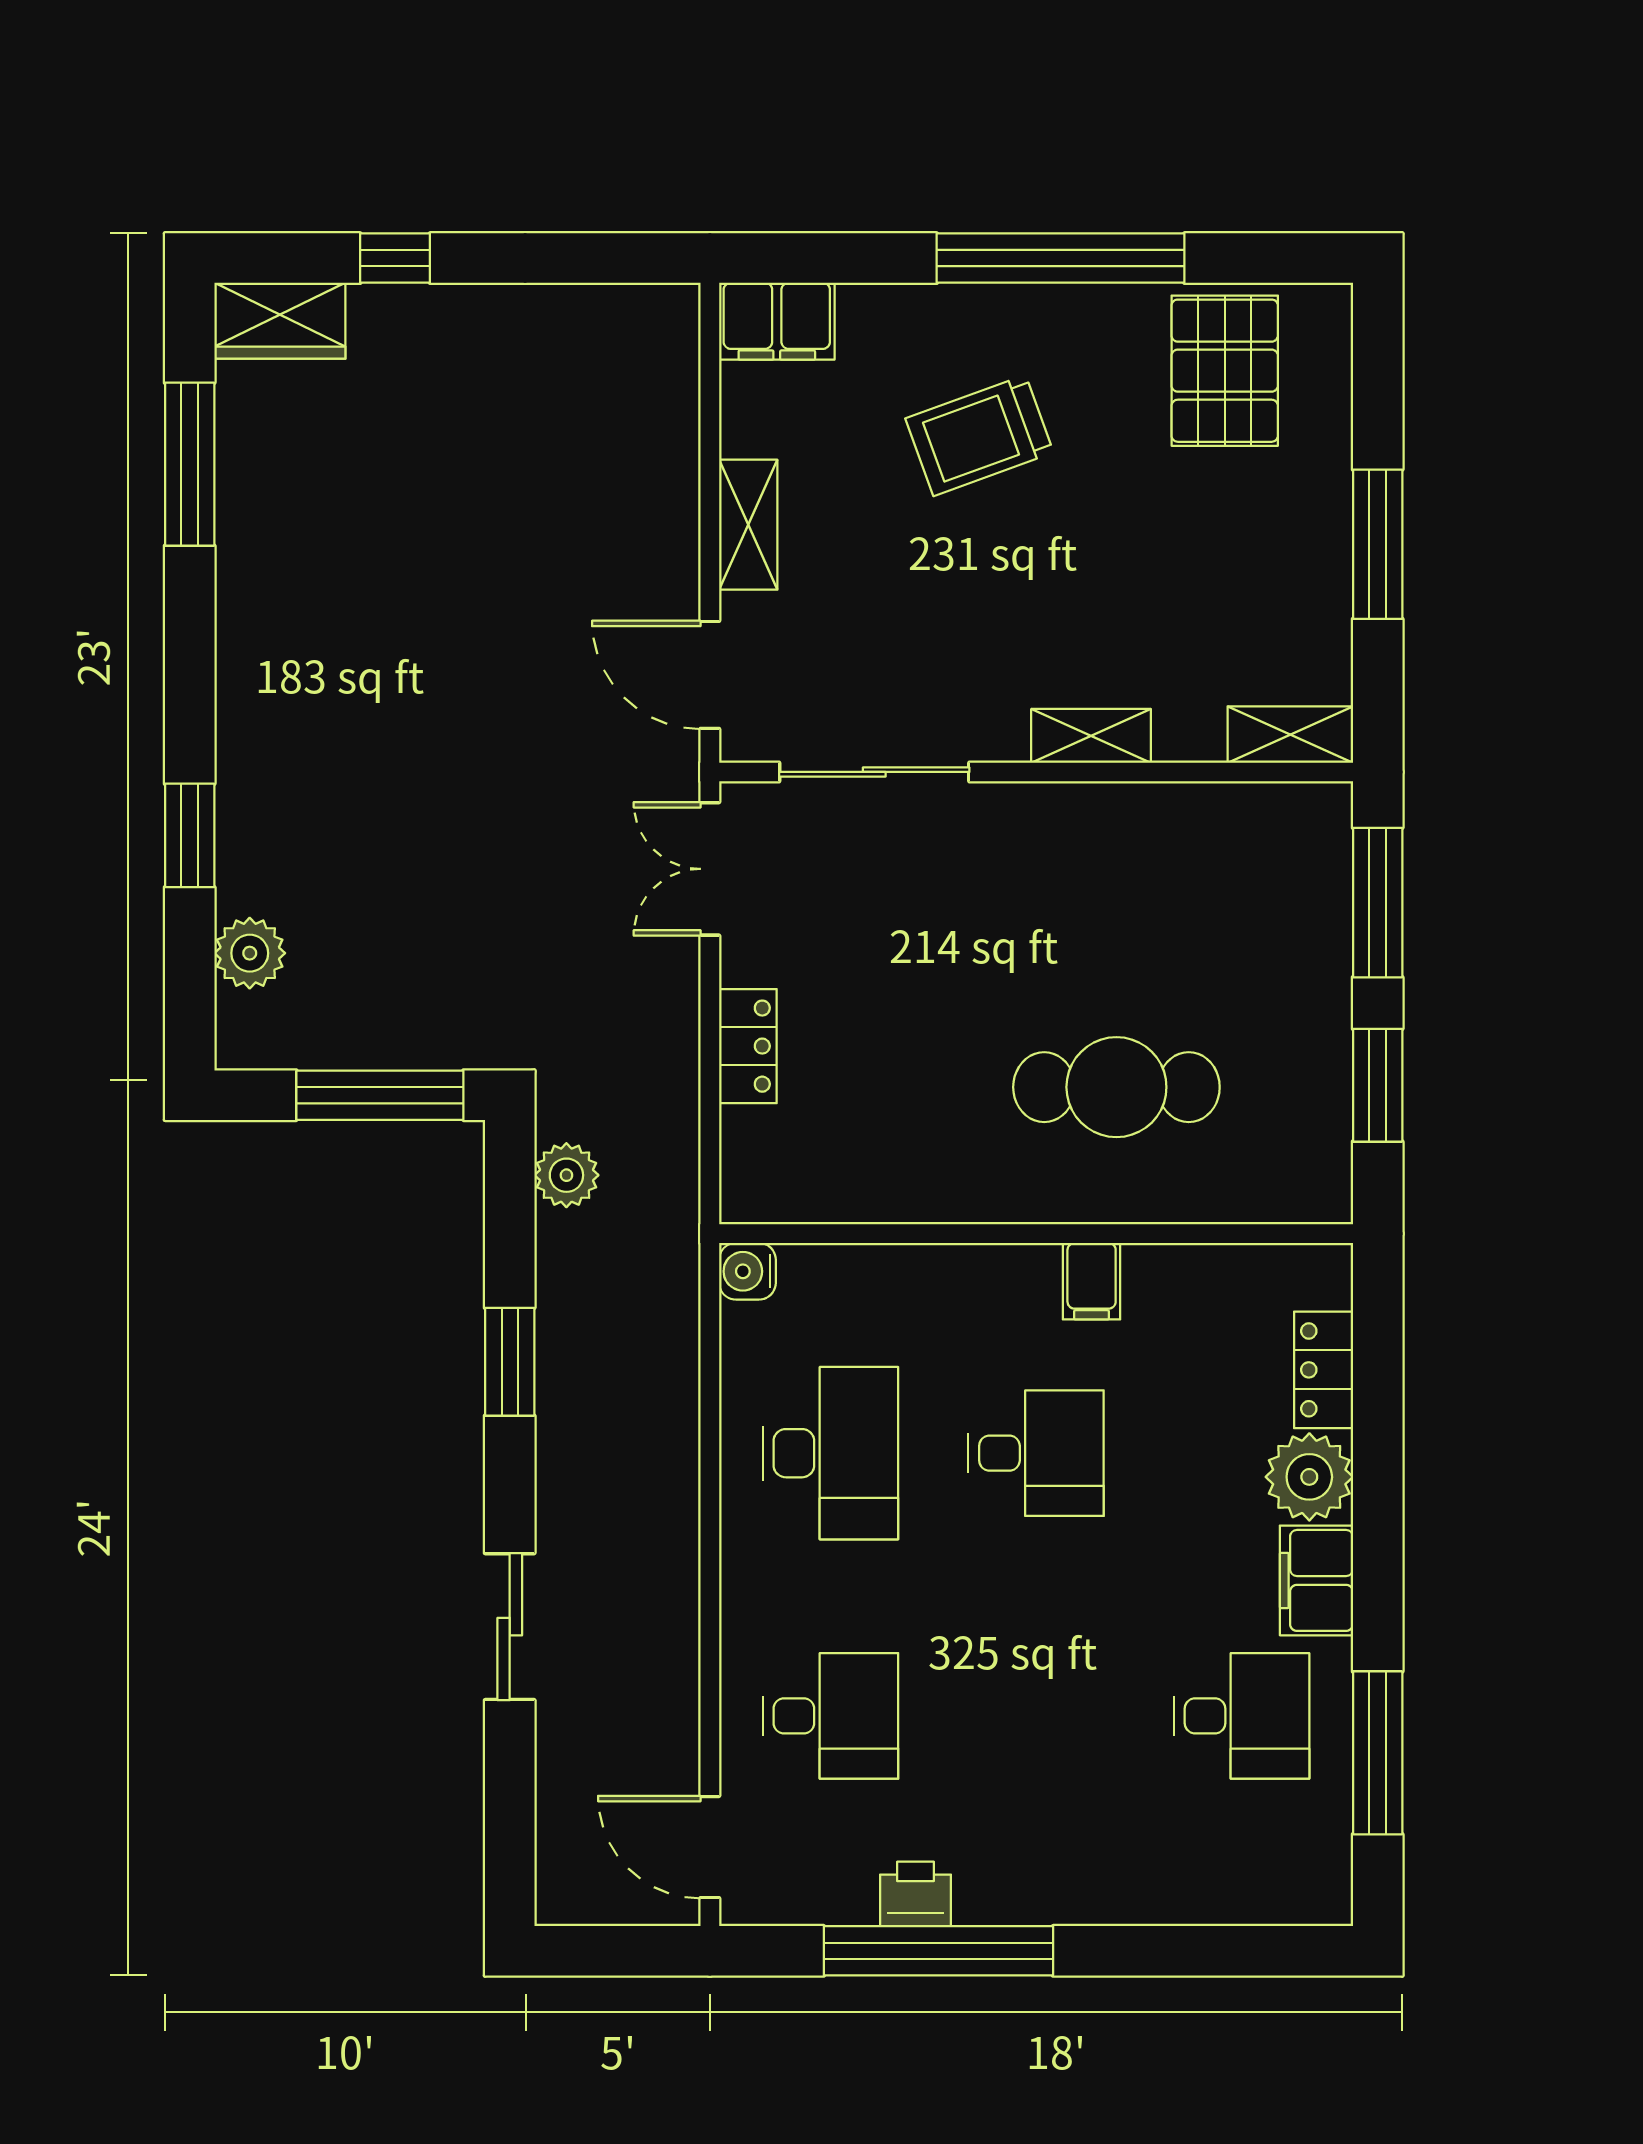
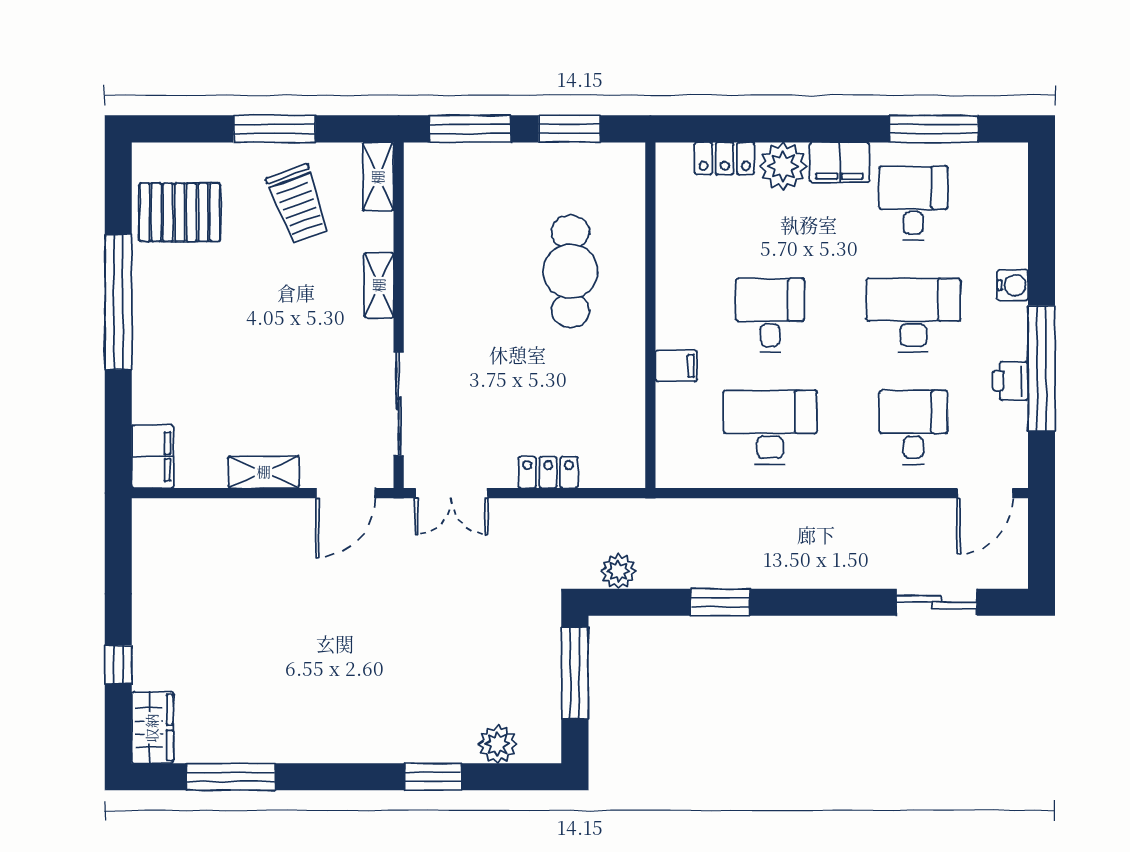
trolley: (979, 435) -> (298, 204), moved
water cooler: (747, 1271) -> (1013, 285), moved, turned -90
filing cabinet: (1092, 1281) -> (676, 366), moved
sliding door: (510, 1627) -> (937, 602), moved
desk: (1036, 1716) -> (913, 315), added

